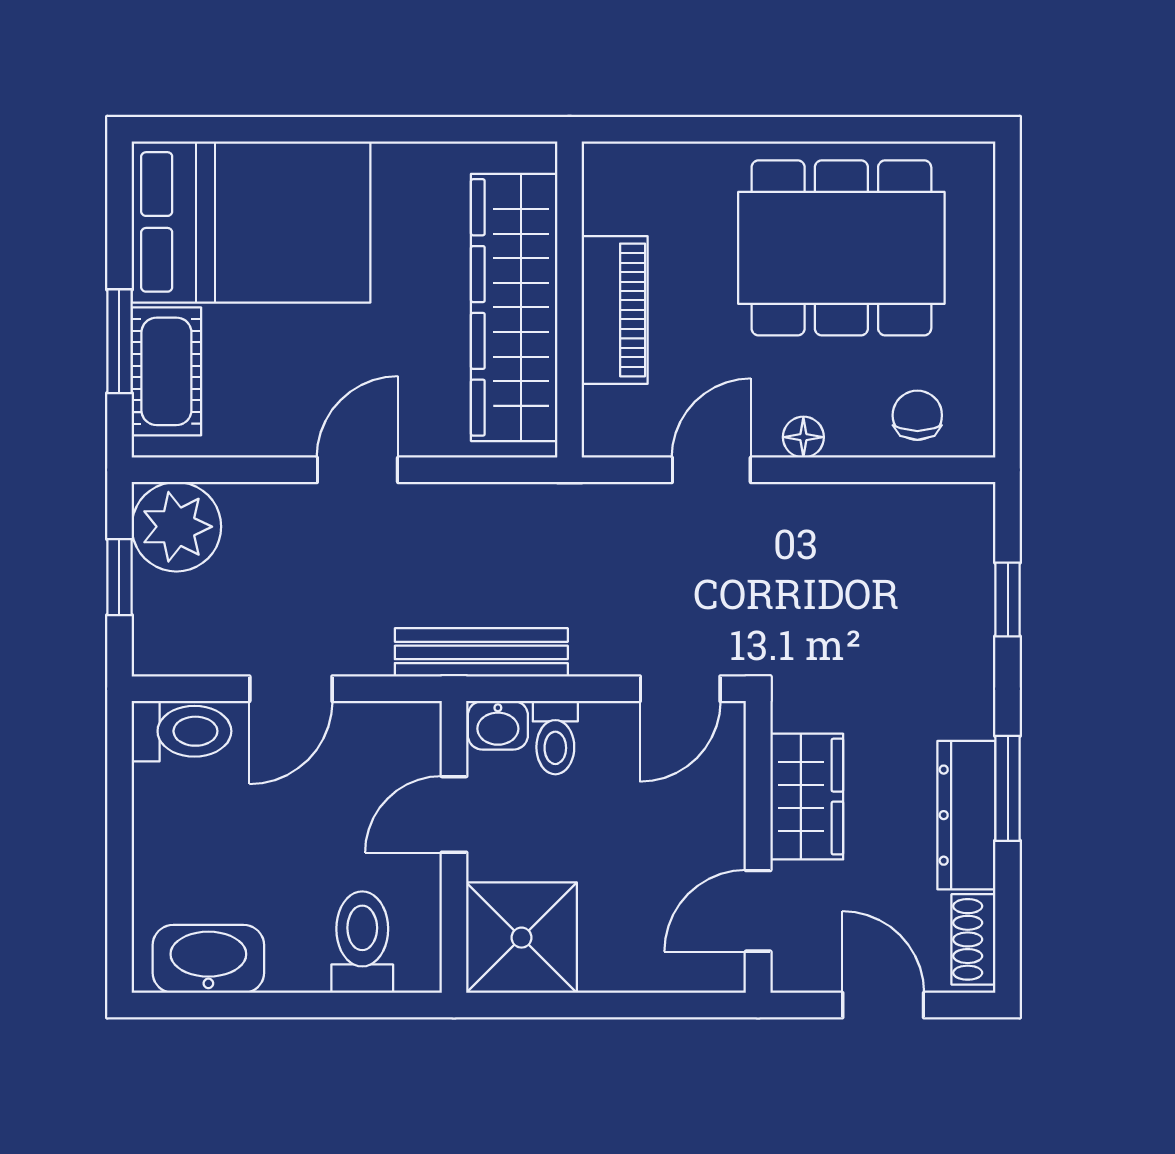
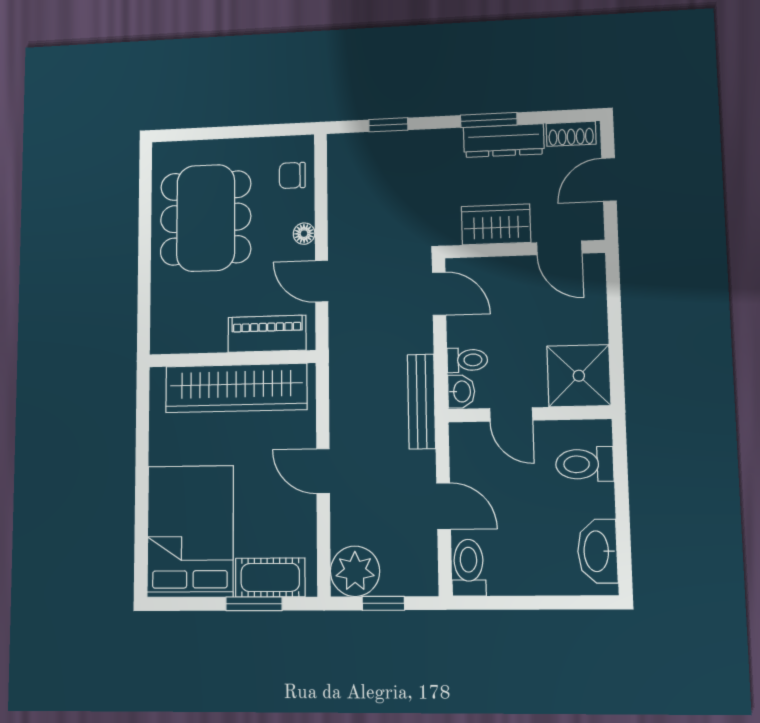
piano: (615, 310) -> (267, 334), moved

